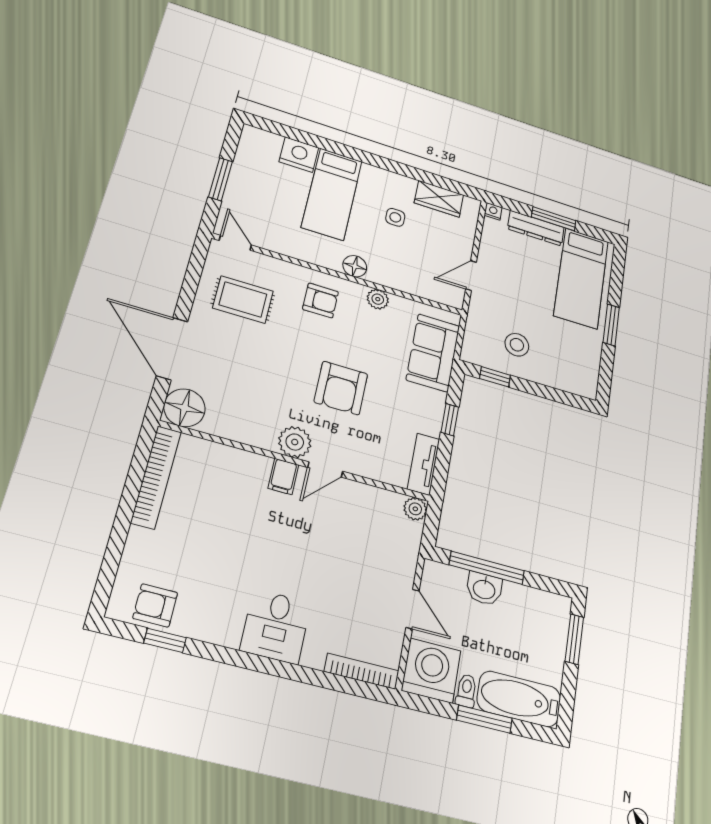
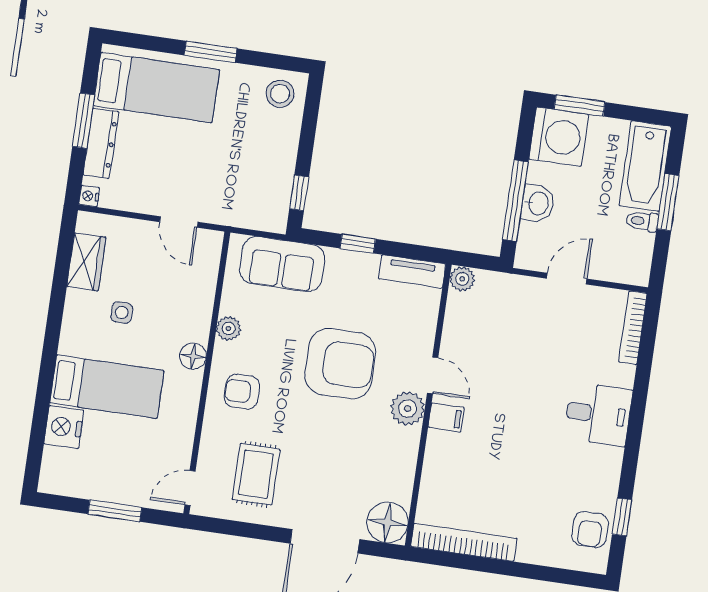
armchair: (321, 301) -> (242, 392), turned -90
stool: (517, 345) -> (280, 94), moved
armchair: (341, 388) -> (340, 364), width x1.36, depth x1.36
washing machine: (431, 671) -> (559, 137), moved, turned 180

